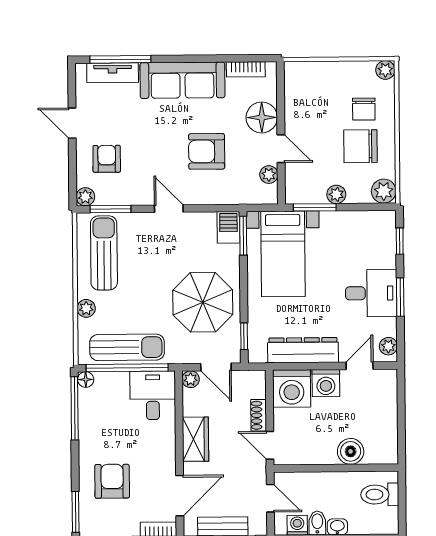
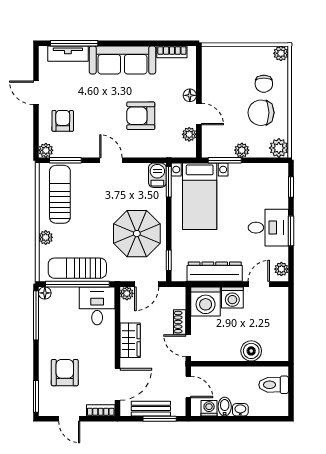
floor lamp: (262, 117) -> (190, 95), width x0.53, depth x0.53
sun lounger: (127, 347) -> (77, 268), turned 180
door: (216, 367) -> (147, 284), hinge flipped

